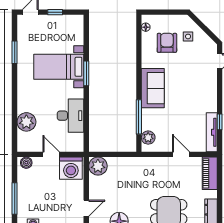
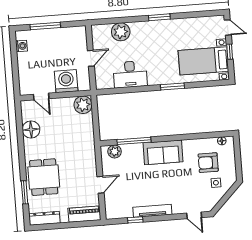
armchair: (167, 43) -> (208, 163), turned 180
window: (15, 52) -> (159, 17), moved
bed with nightstands: (59, 67) -> (203, 61), moved, turned -90
tv unit: (212, 132) -> (152, 211), moved
boiler: (26, 163) -> (81, 35), removed
washing machine: (71, 168) -> (66, 81), moved, turned 90

